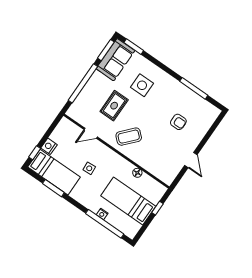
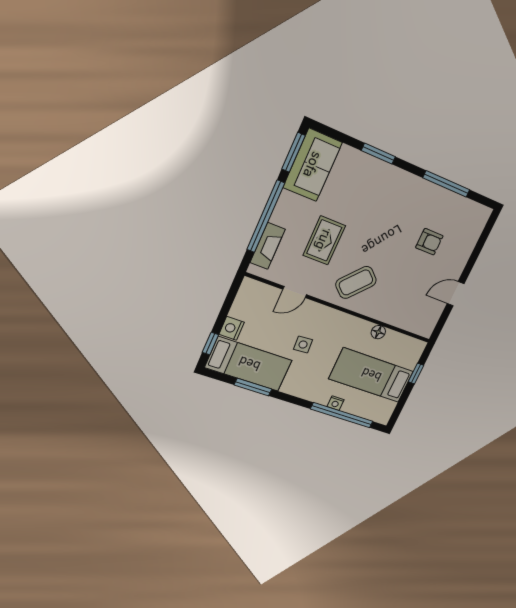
window: (134, 47) -> (378, 154), moved
side table: (142, 85) -> (364, 198), removed
fireplace: (80, 101) -> (268, 246), added
door: (191, 160) -> (456, 294), swing flipped

